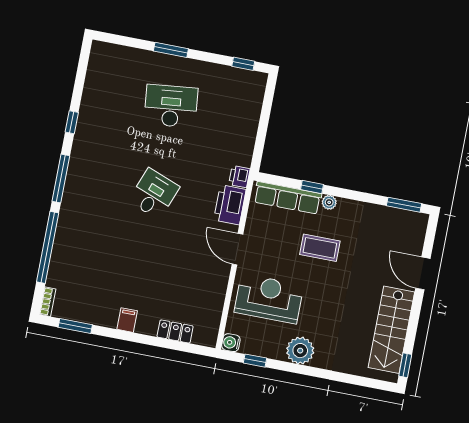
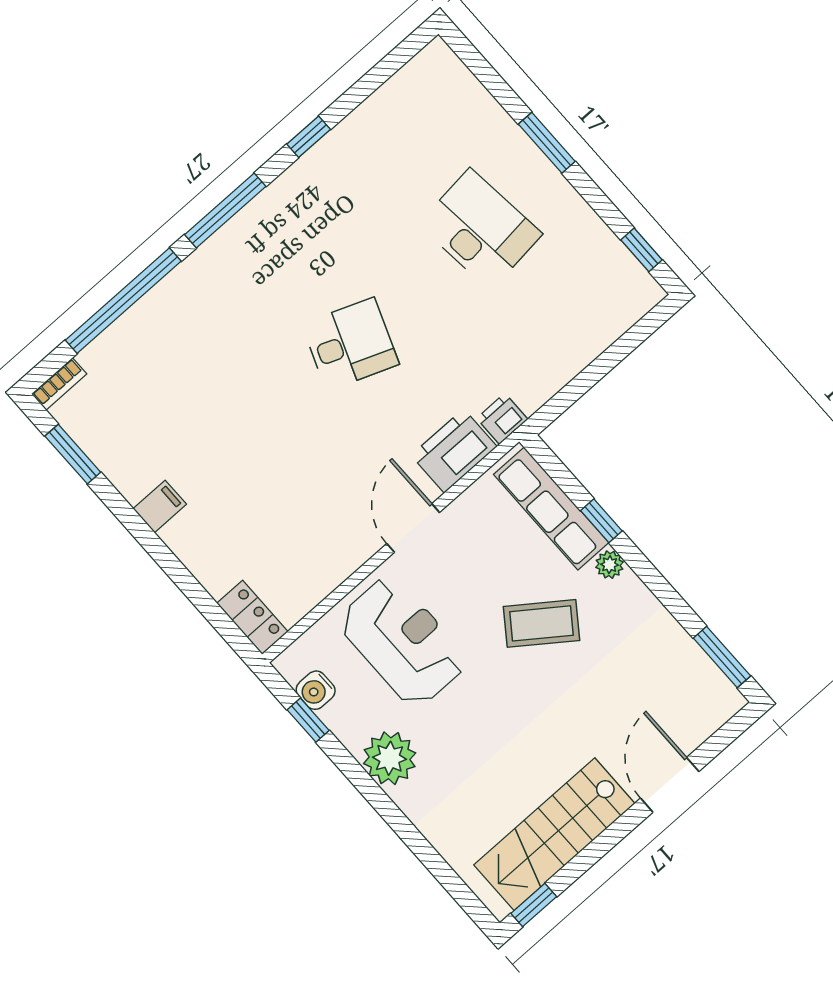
coffee table: (320, 248) -> (541, 623), turned -54
locker: (175, 331) -> (252, 617), moved
water cooler: (231, 343) -> (316, 690), moved, turned -90

